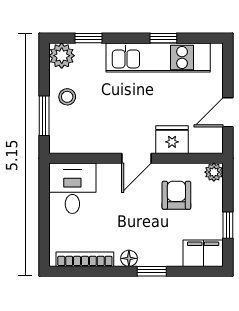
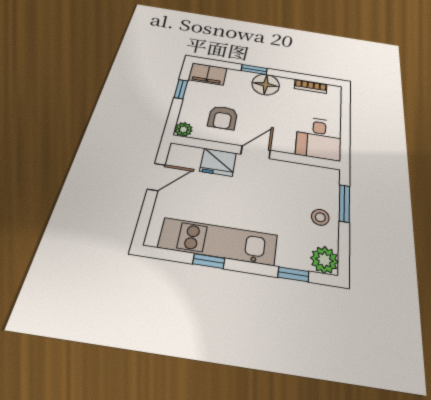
floor lamp: (129, 258) -> (266, 85), width x1.89, depth x1.89
bookcase: (85, 259) -> (311, 86), width x0.64

